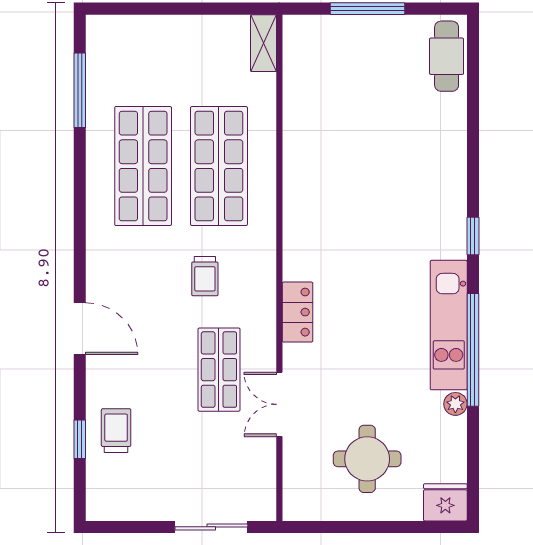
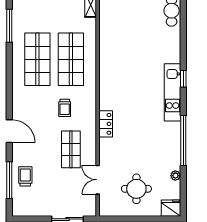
window: (473, 236) -> (183, 79), moved
kitchen unit: (449, 325) -> (173, 92), moved
double door: (279, 404) -> (98, 180), moved
plant: (455, 404) -> (175, 176), moved
window: (80, 439) -> (9, 180), width x2.17

